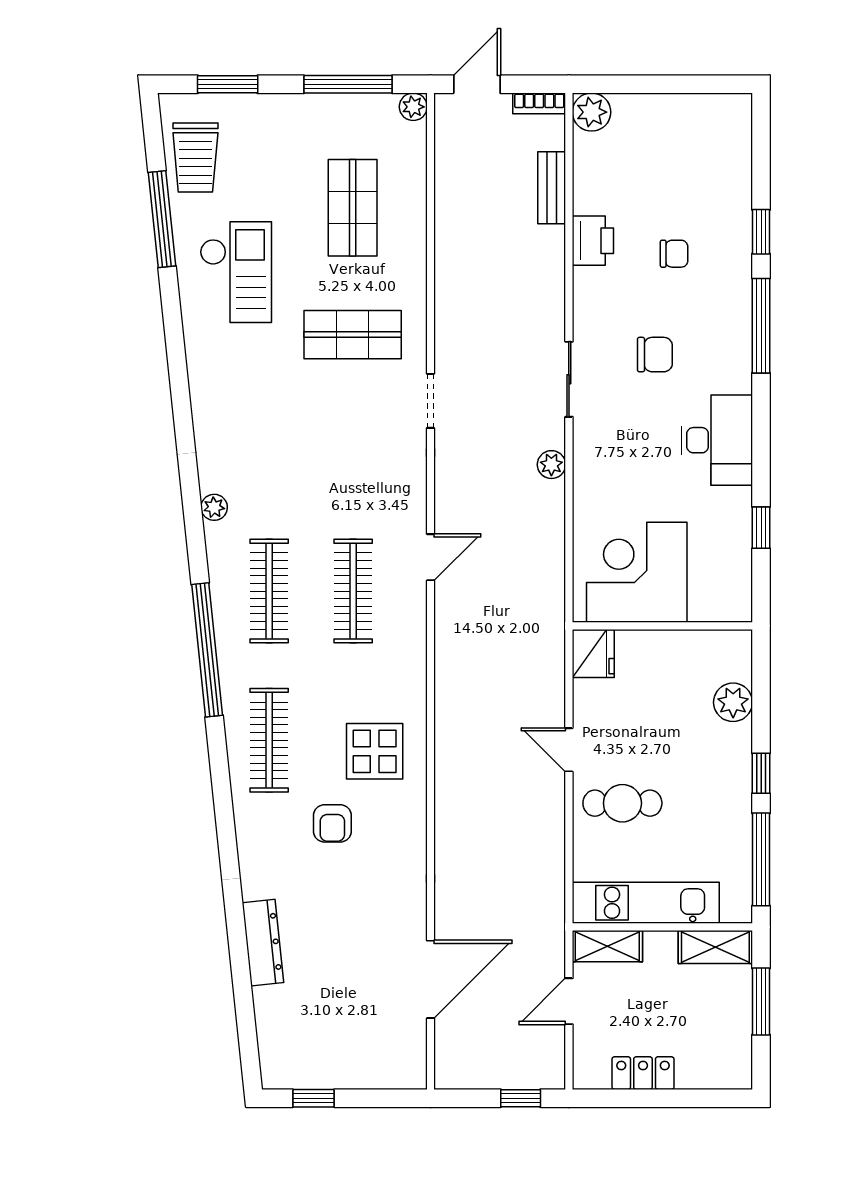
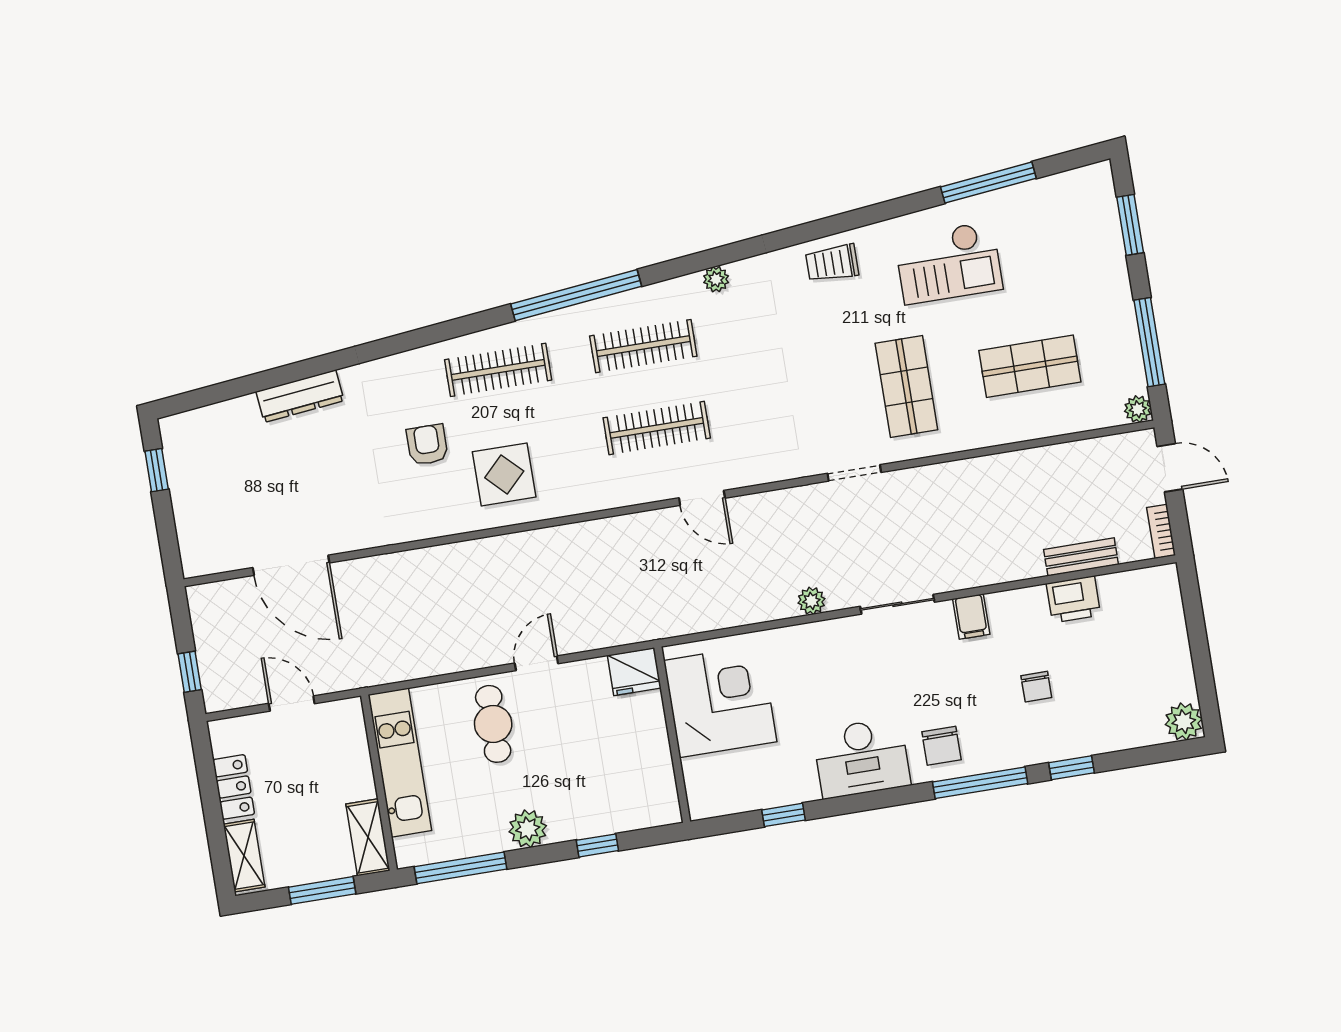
plant: (592, 112) -> (1184, 722), moved
trolley: (195, 158) -> (832, 263), moved, width x0.73, depth x0.72
printer: (593, 241) -> (1073, 599), moved
filing cabinet: (593, 307) -> (971, 617), added
chair: (655, 355) -> (942, 746), moved
plant: (733, 702) -> (528, 829), moved
window: (761, 773) -> (597, 845), moved
armchair: (332, 823) -> (427, 445), turned 90
shelving: (607, 946) -> (244, 856), moved

